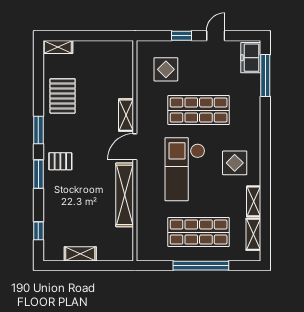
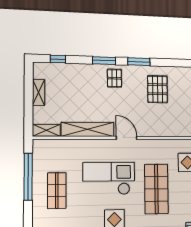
pallet: (63, 96) -> (157, 89), moved, turned 90
shelving: (126, 115) -> (46, 130), moved
shop shelf: (199, 232) -> (57, 191), width x0.70, depth x0.74
window: (201, 266) -> (28, 177), moved

